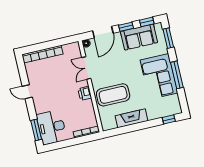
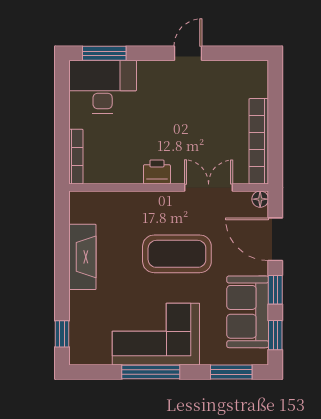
bookcase: (42, 54) -> (259, 141), moved
coffee table: (113, 95) -> (177, 254), moved, turned 90

